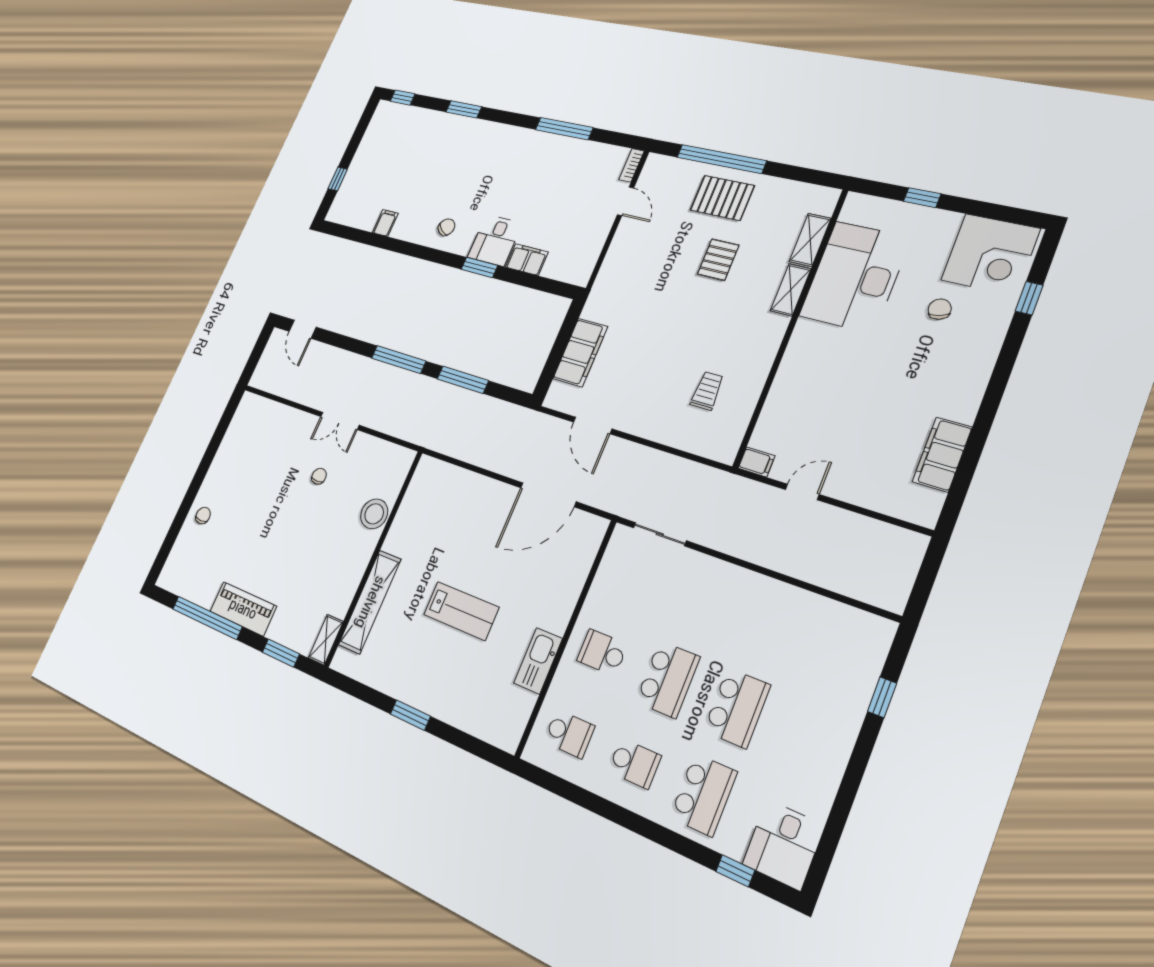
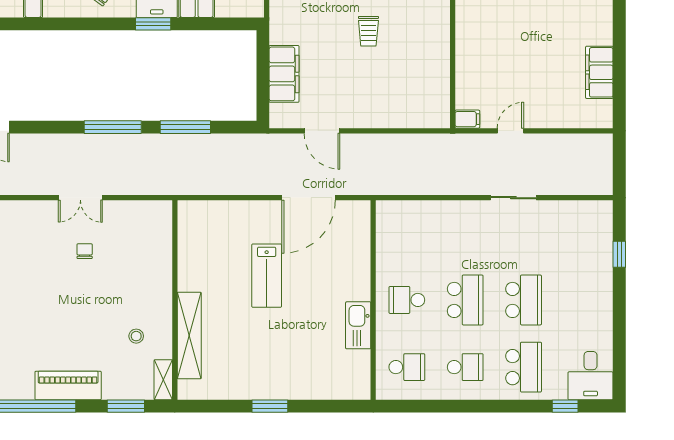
trolley: (707, 391) -> (368, 31), moved, turned 180
stool: (374, 514) -> (136, 336), moved, width x0.53, depth x0.53
sliding door: (660, 534) -> (513, 198), moved
lab bench: (461, 611) -> (267, 276), moved, turned 90

